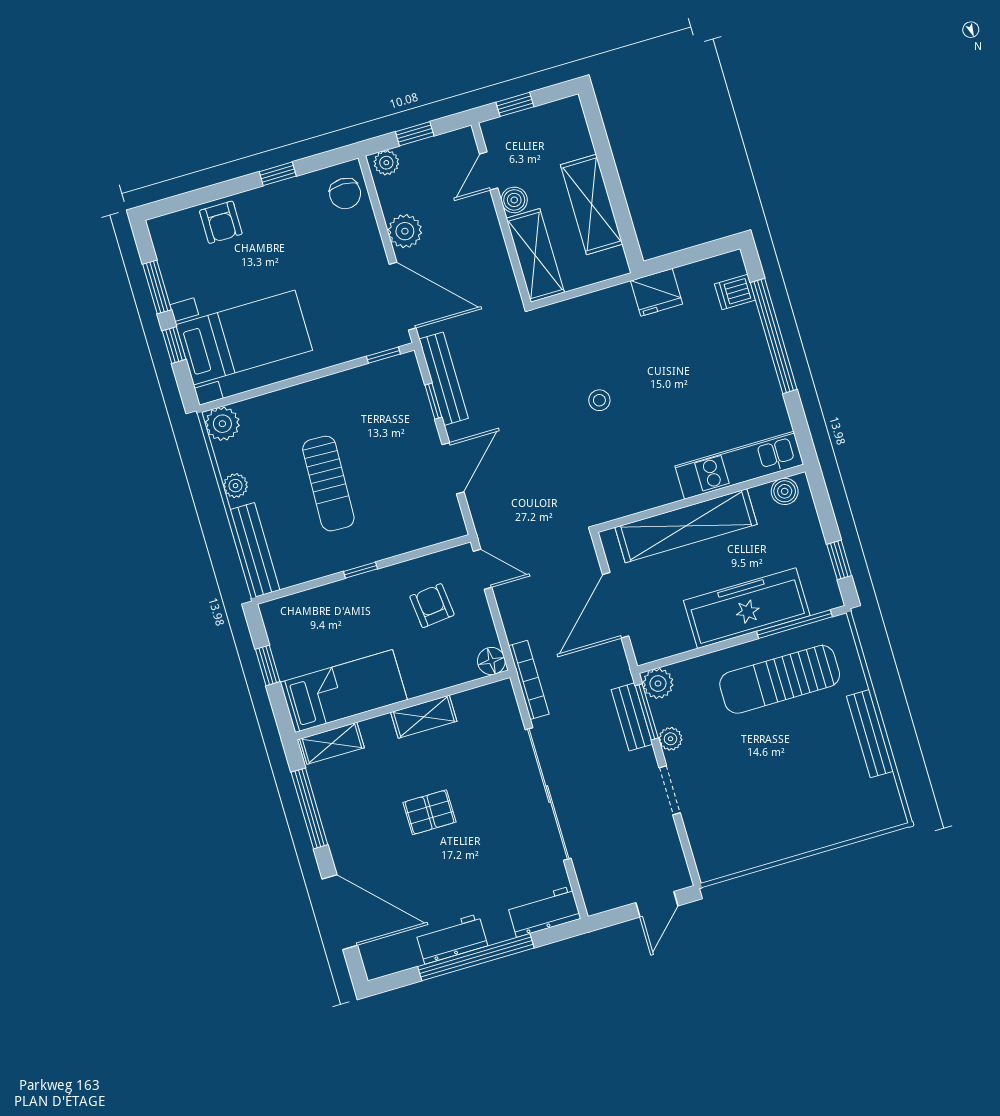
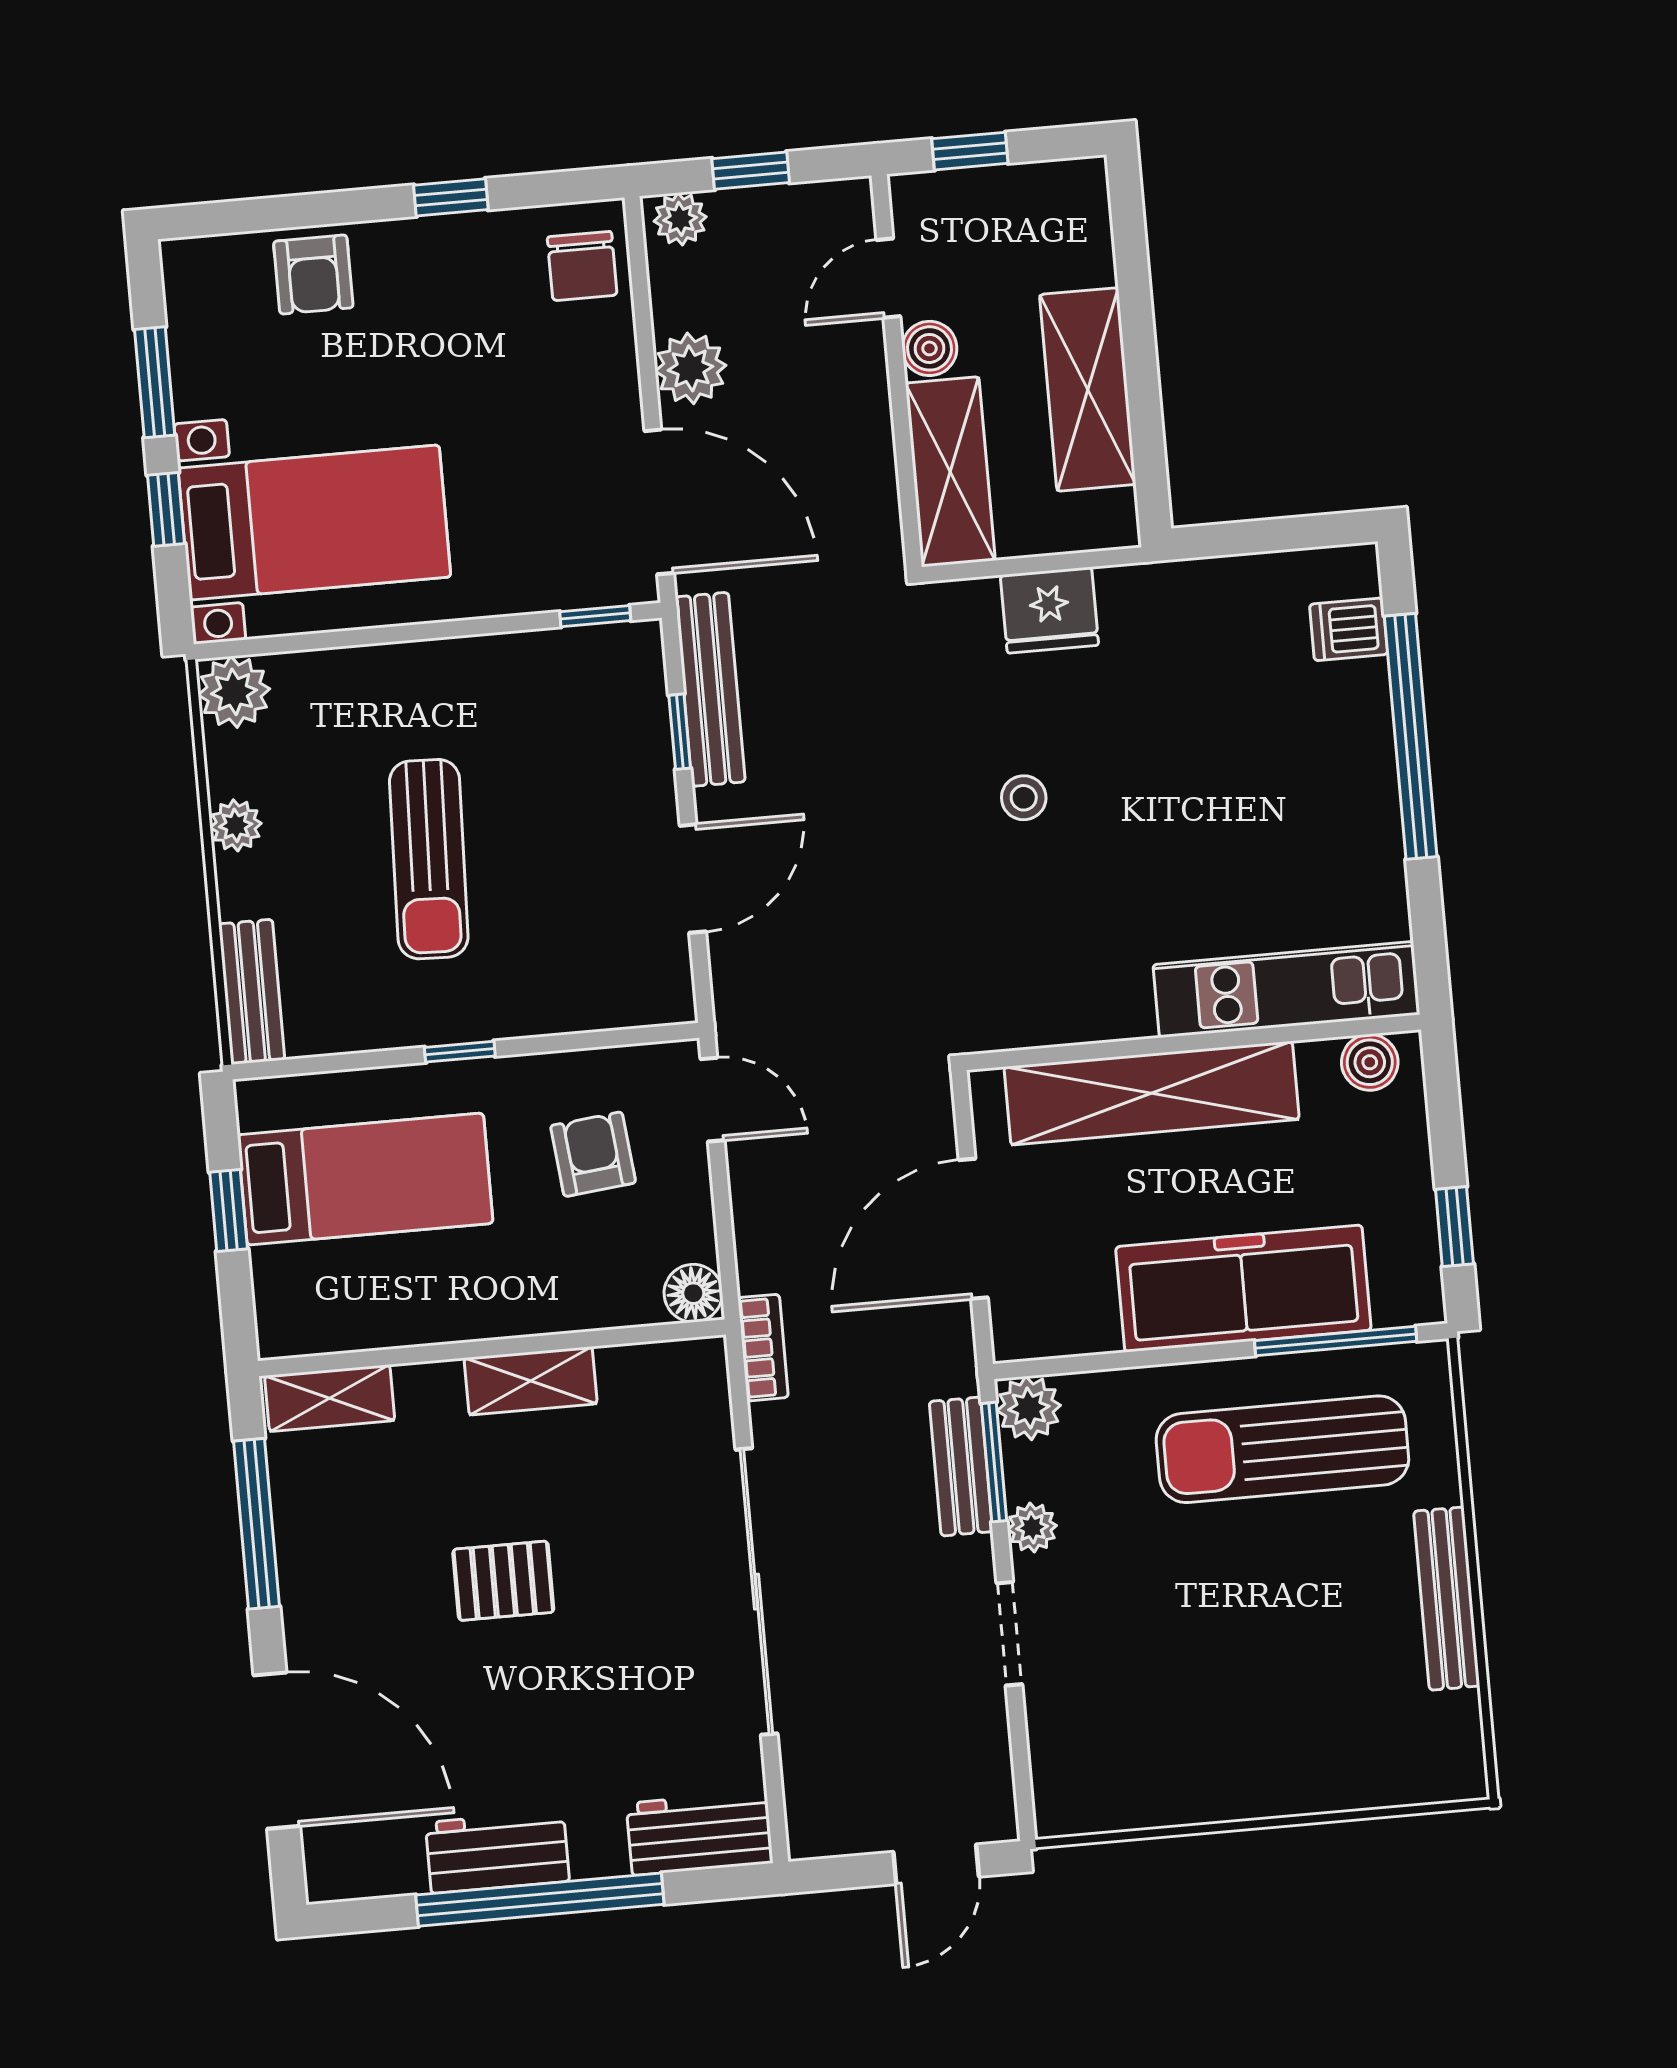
fridge: (657, 292) -> (1049, 610), moved
bench: (255, 550) -> (252, 992), width x0.73
bookcase: (529, 680) -> (763, 1348), width x0.64
bed: (344, 691) -> (365, 1179), moved

